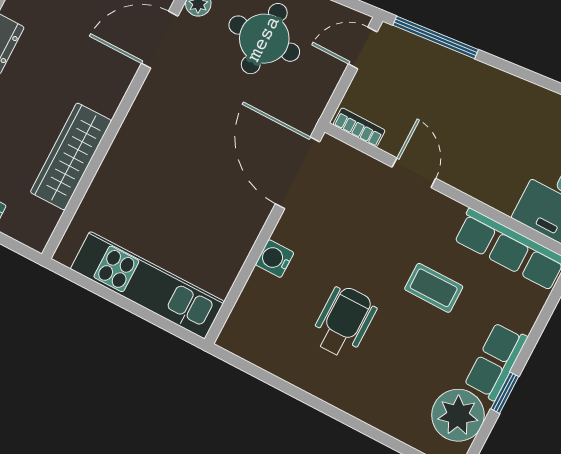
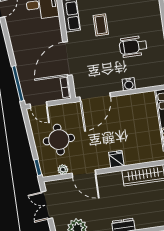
fridge: (142, 126) -> (116, 159), added
door: (414, 173) -> (68, 59), width x1.88

